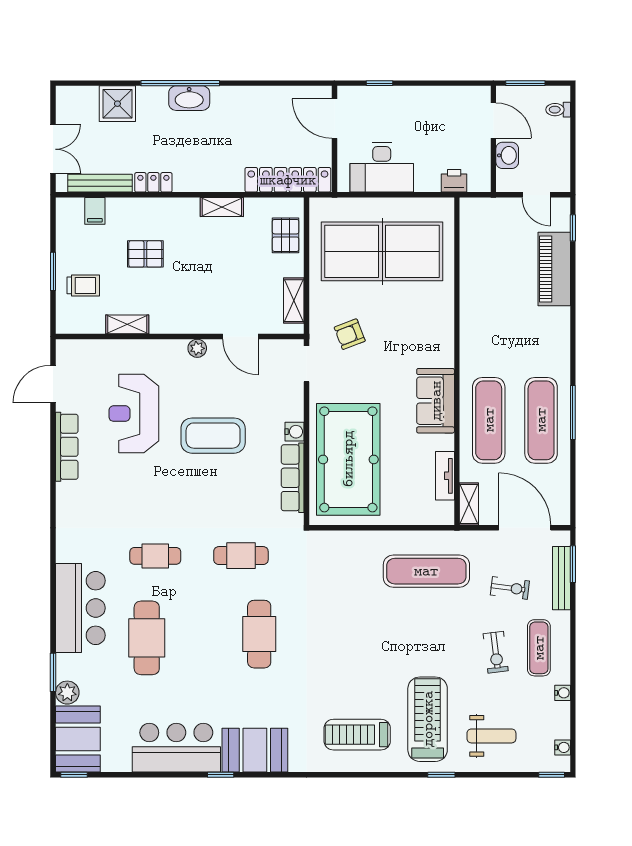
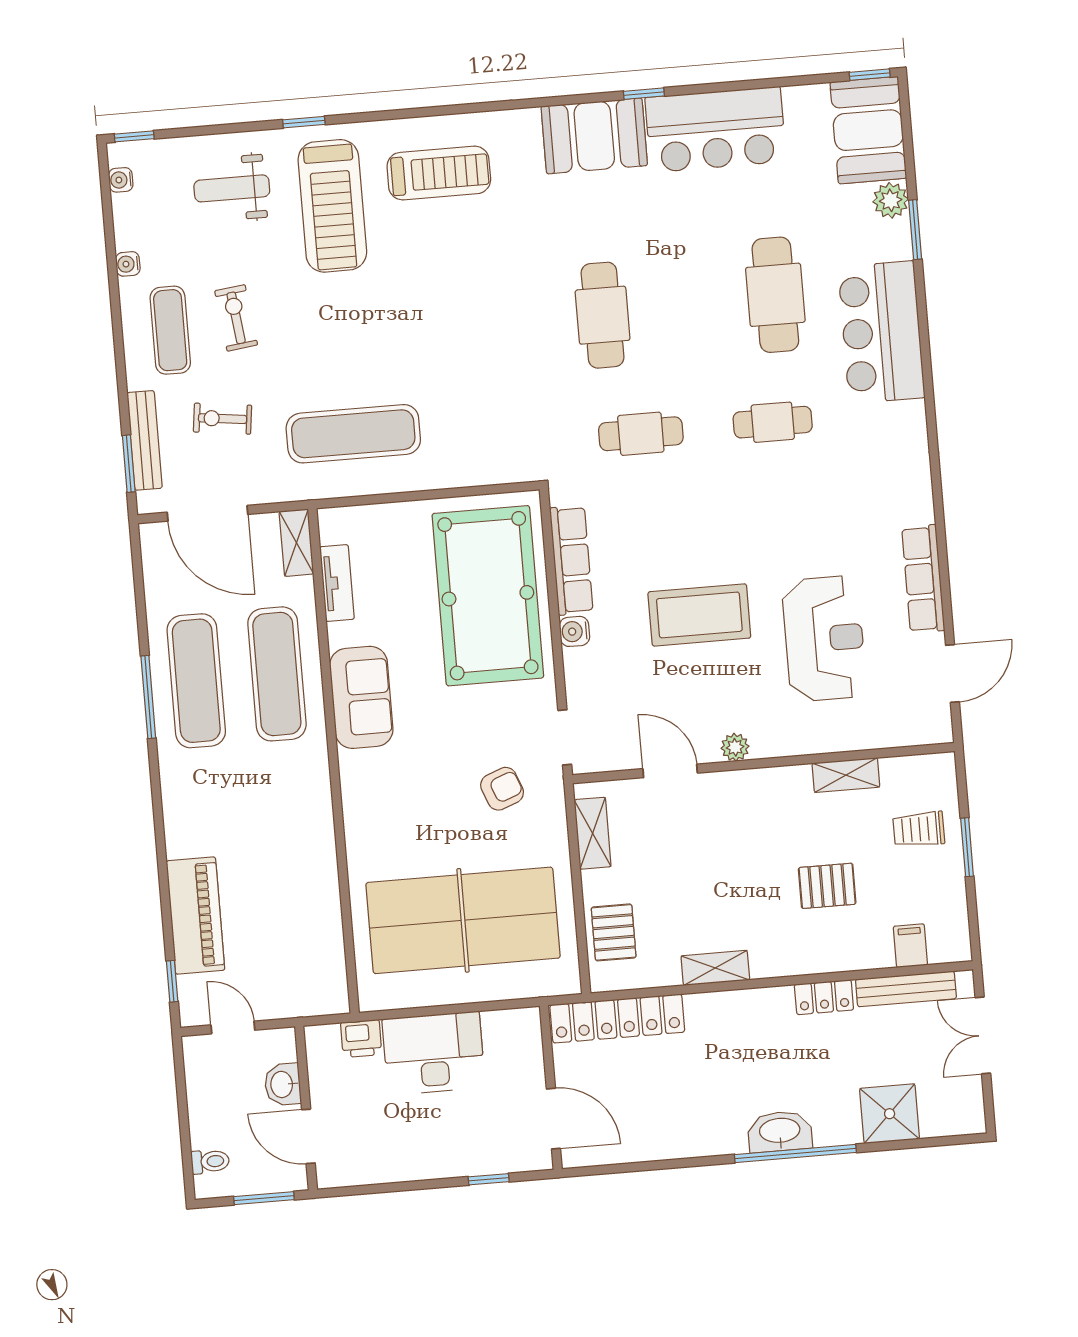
desk: (382, 167) -> (434, 1053), moved

